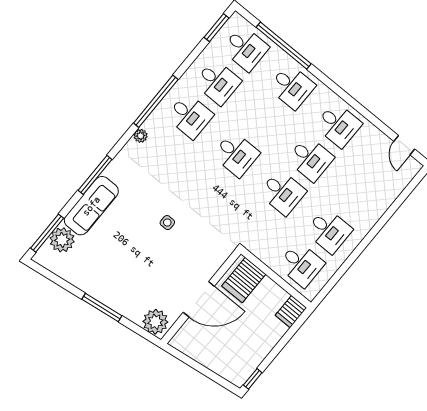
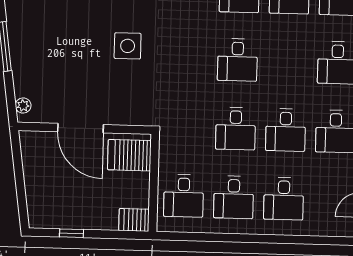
desk: (357, 197) -> (284, 199), added
side table: (167, 223) -> (128, 46), width x1.87, depth x1.87
plant: (155, 322) -> (23, 106), width x0.53, depth x0.53
window: (253, 379) -> (71, 233), moved

